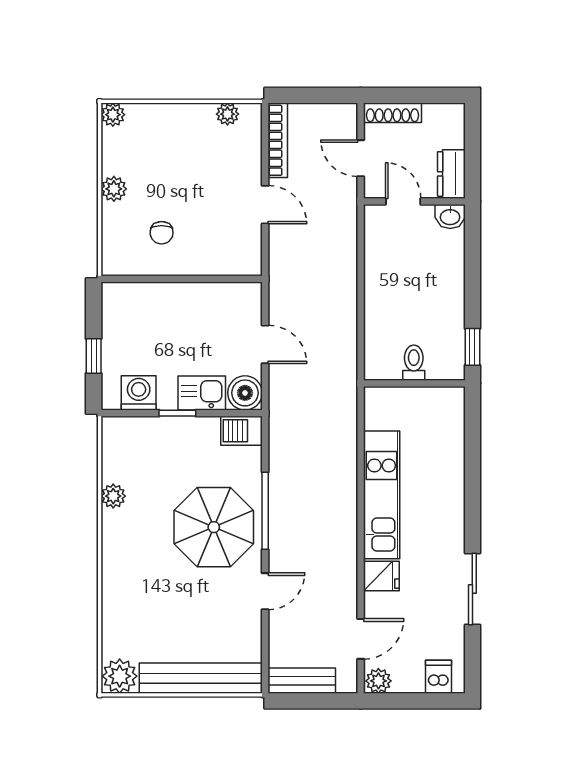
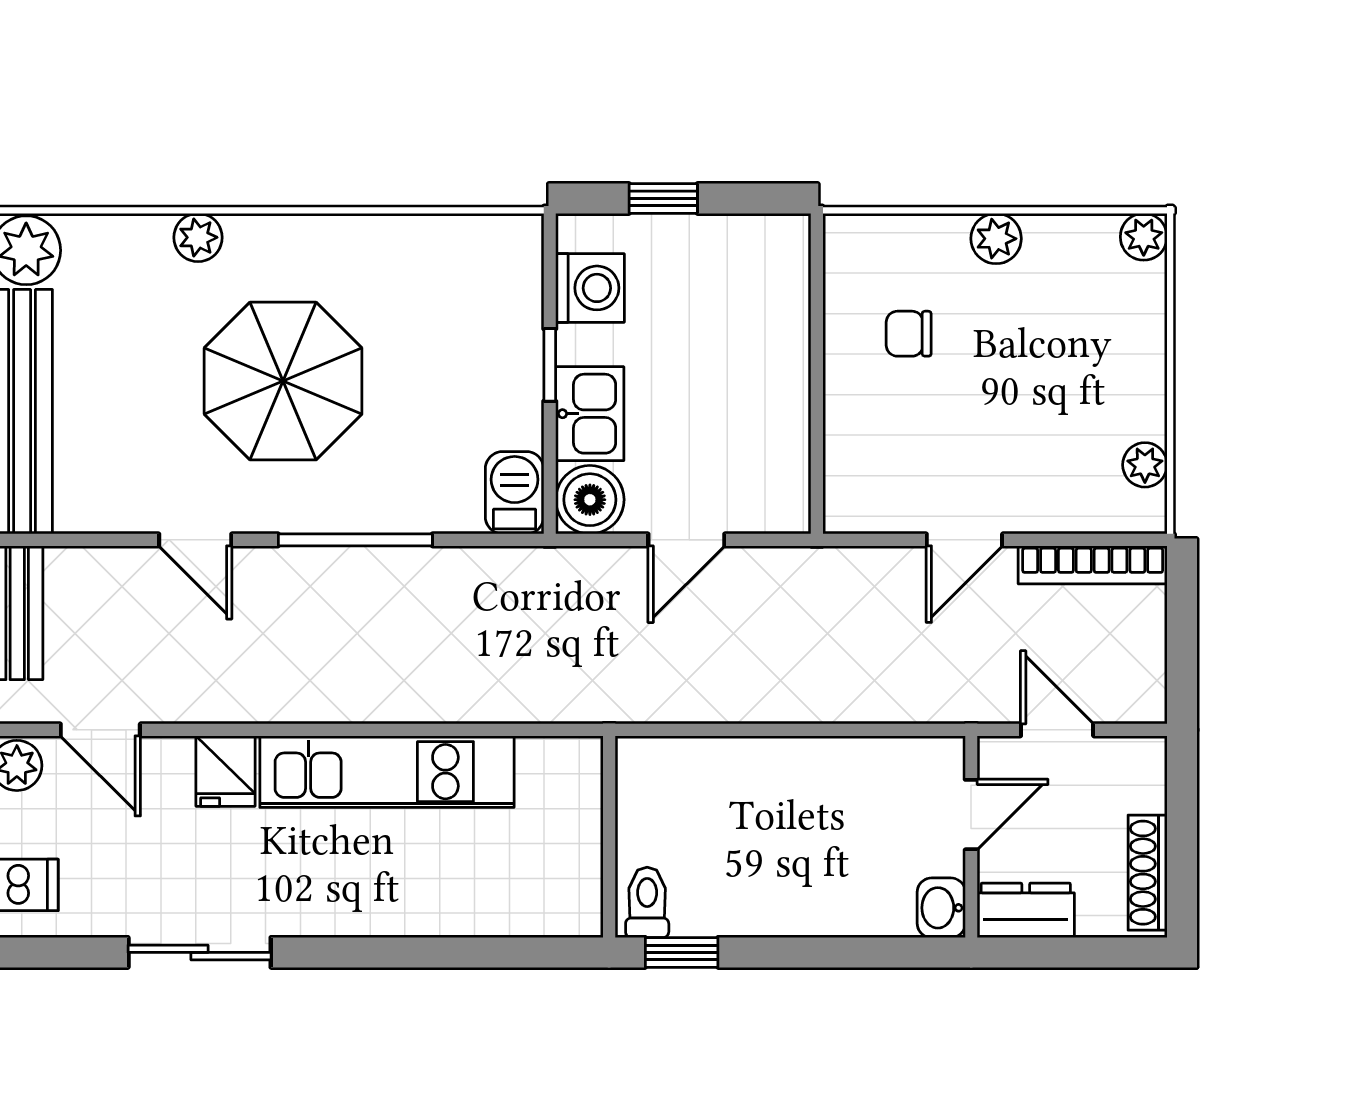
shoe rack: (393, 113) -> (1148, 873), moved
door: (361, 158) -> (1057, 730), hinge flipped
toilet: (414, 363) -> (647, 902), moved, turned -90
plant: (113, 496) -> (198, 237), moved
parasol: (214, 527) -> (283, 381), moved

